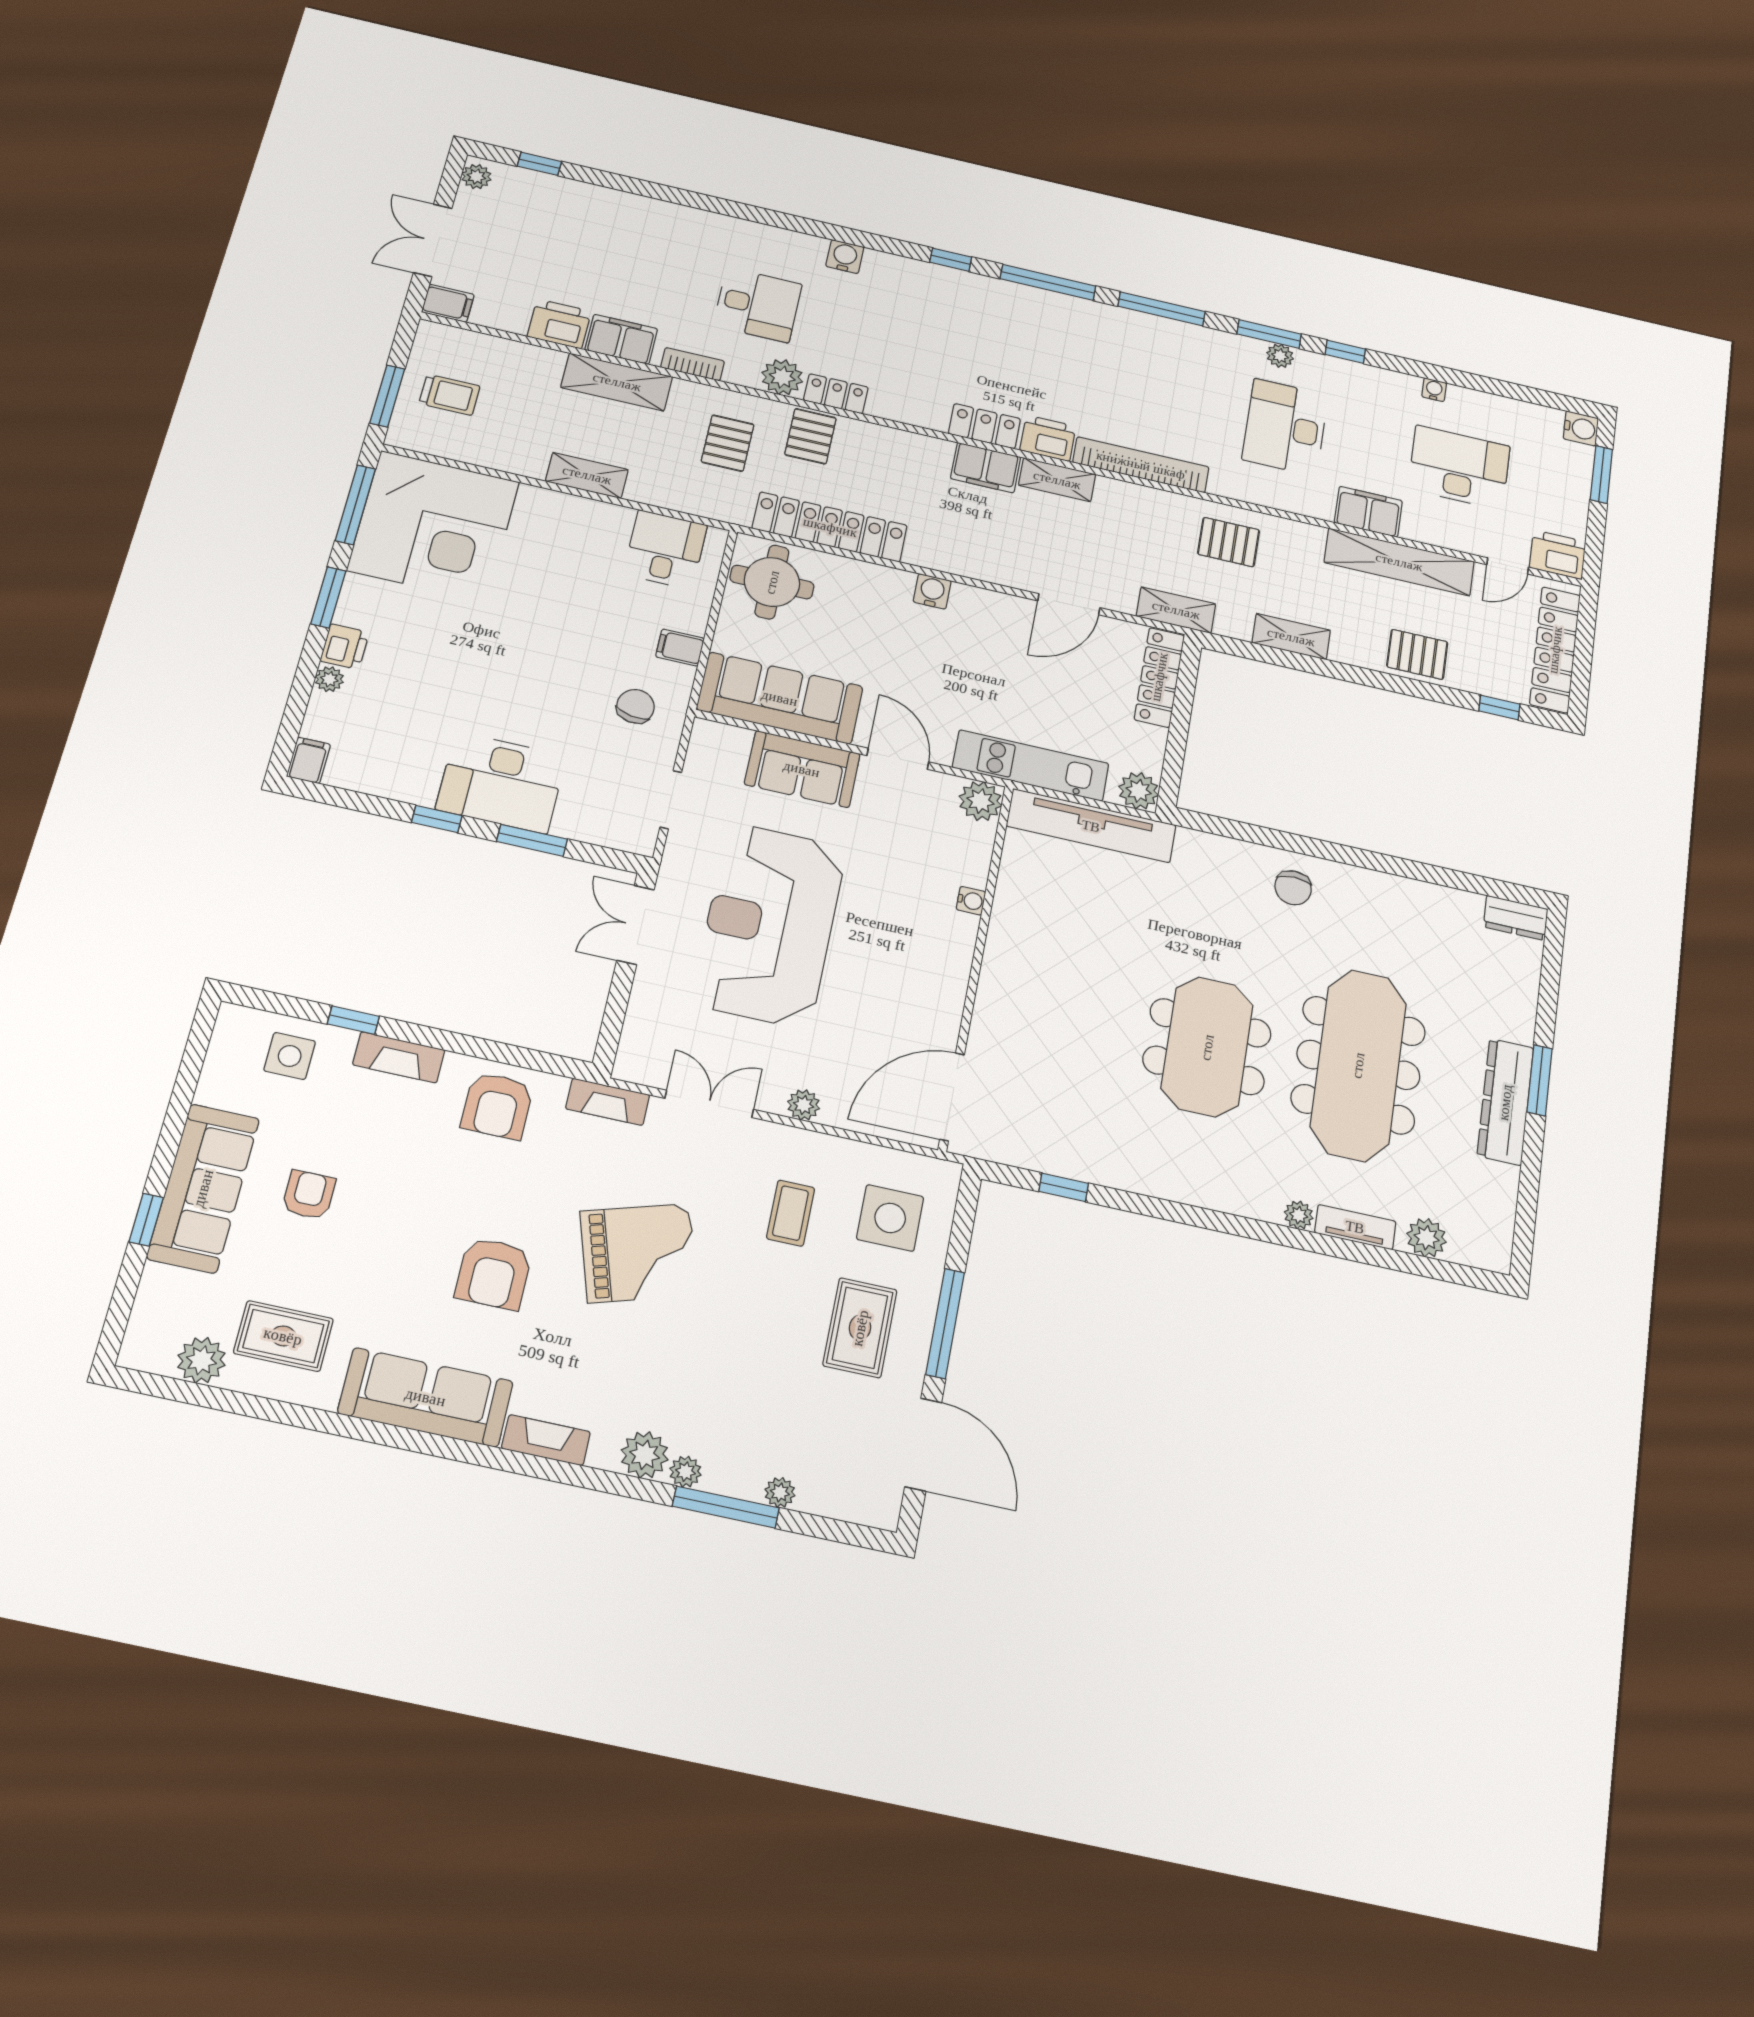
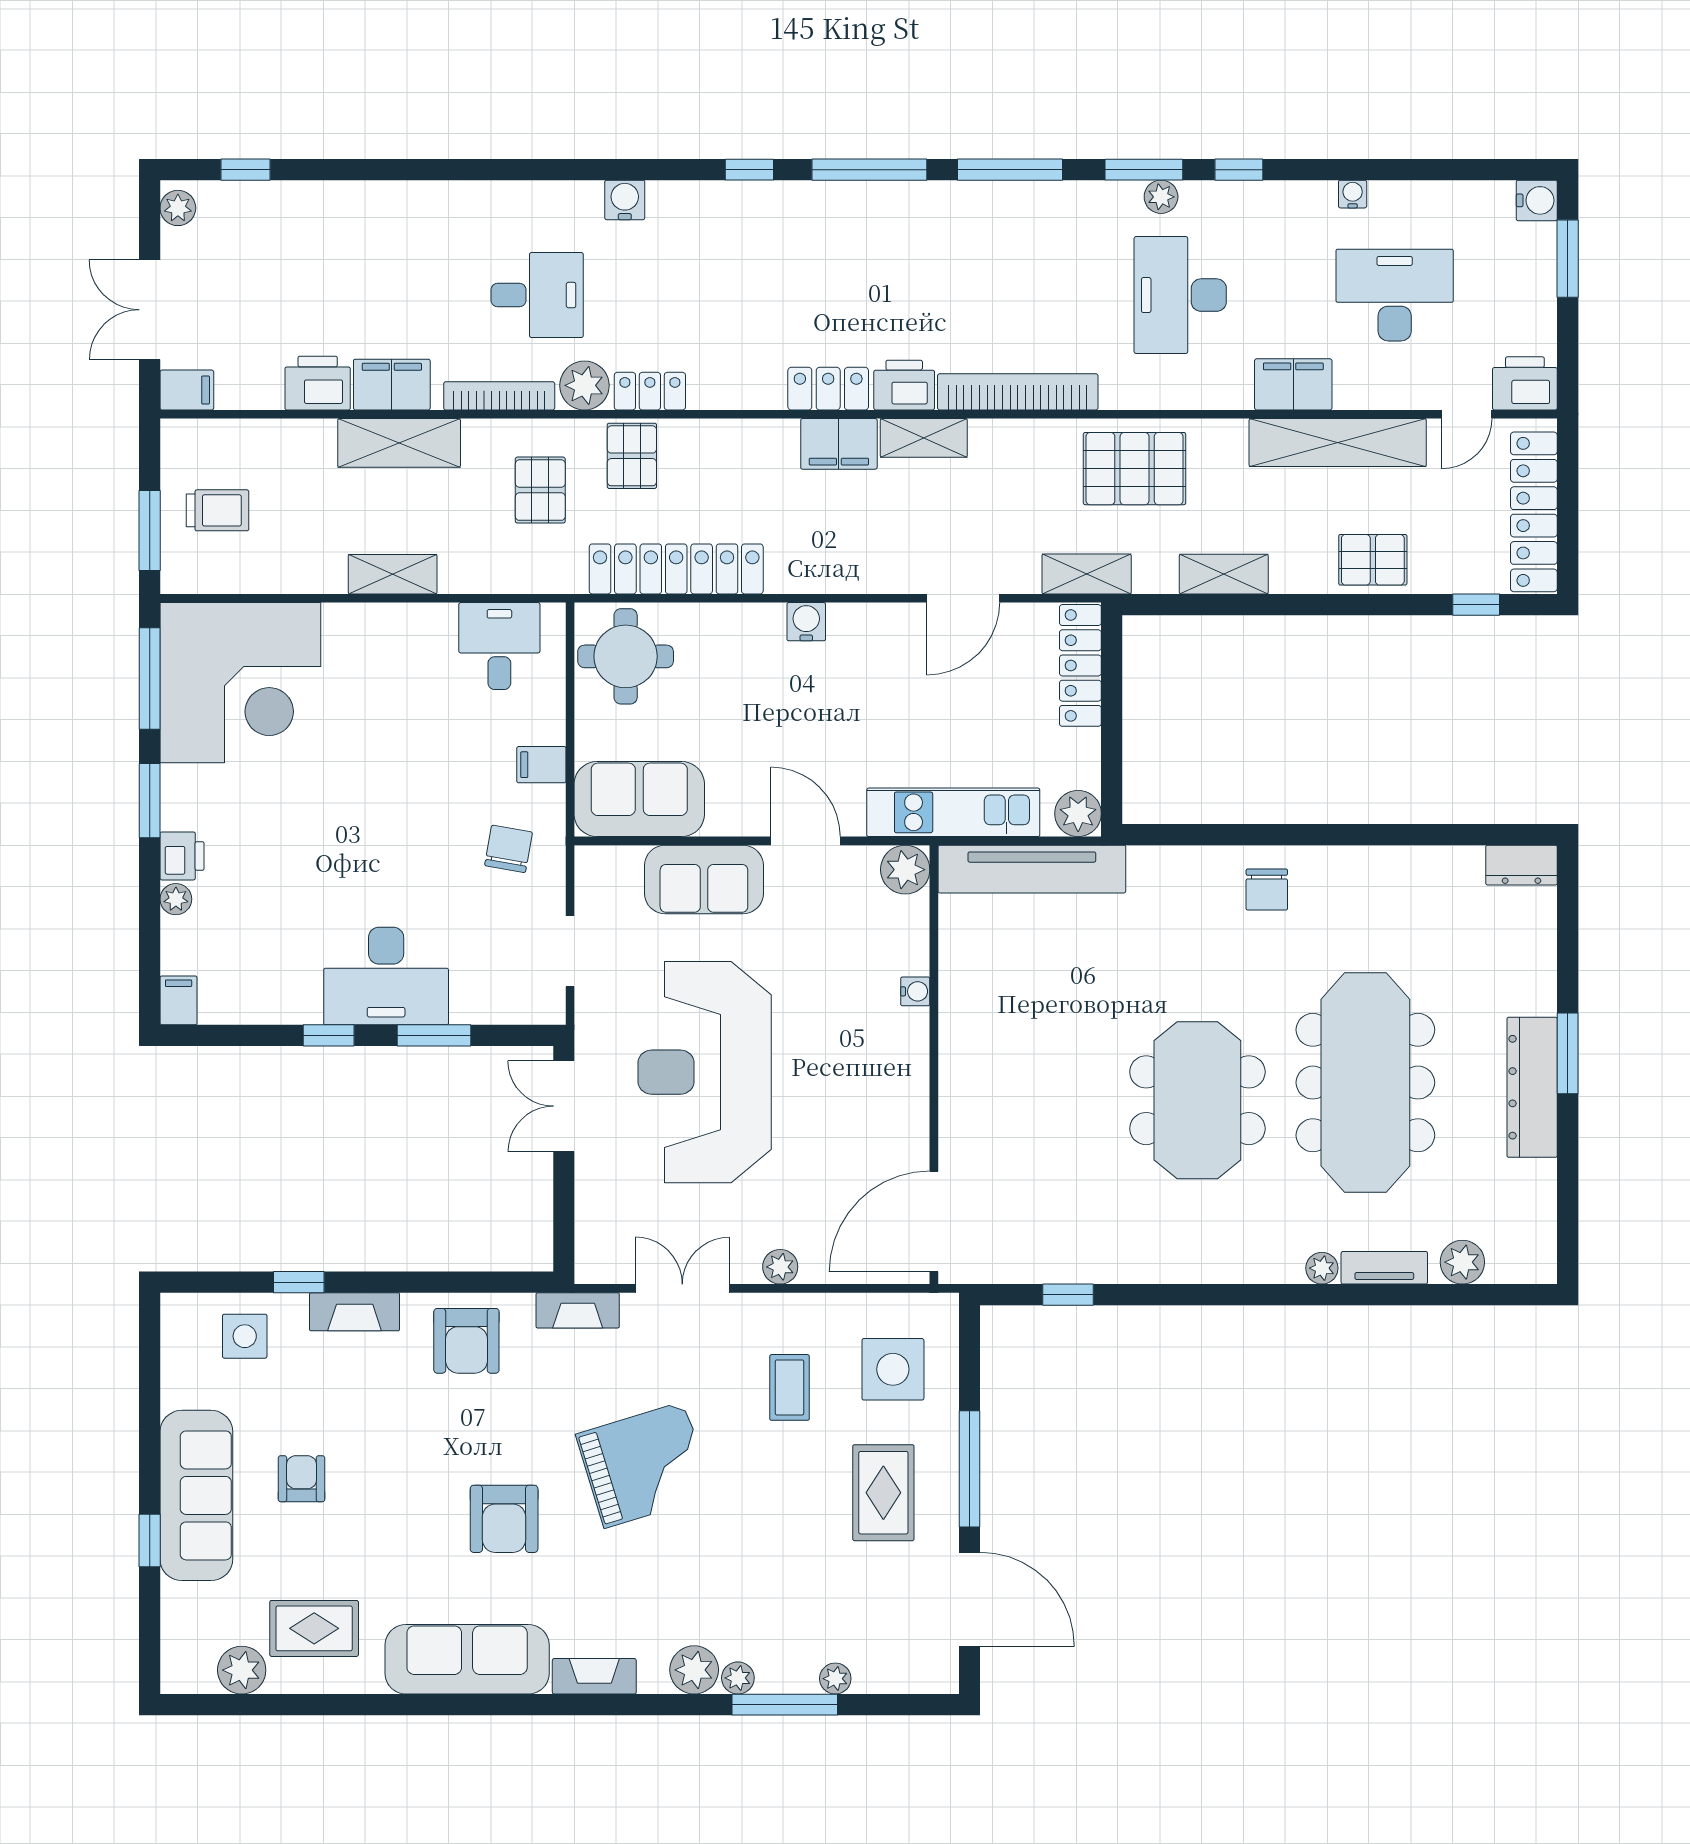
bookcase: (693, 364) -> (499, 396), width x1.56
pallet: (1228, 542) -> (1135, 469), width x1.50, depth x1.42
sofa: (780, 698) -> (639, 799), width x0.73

